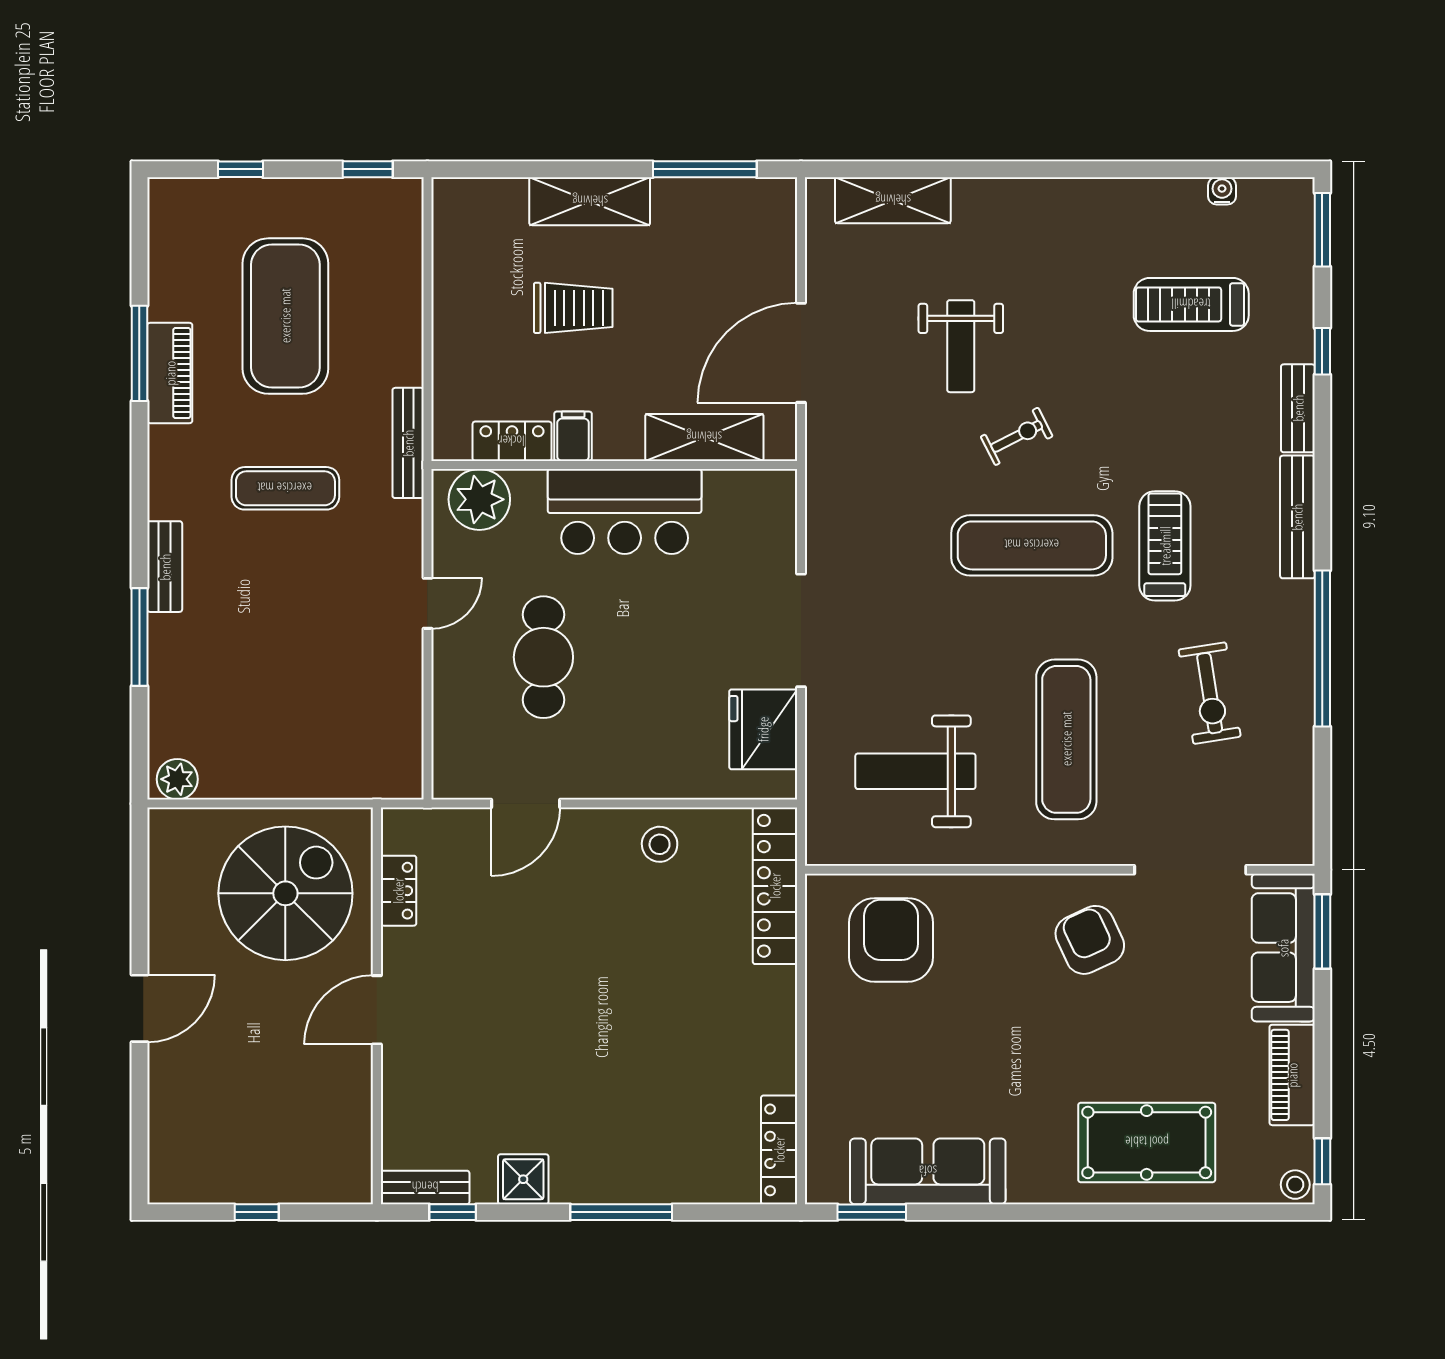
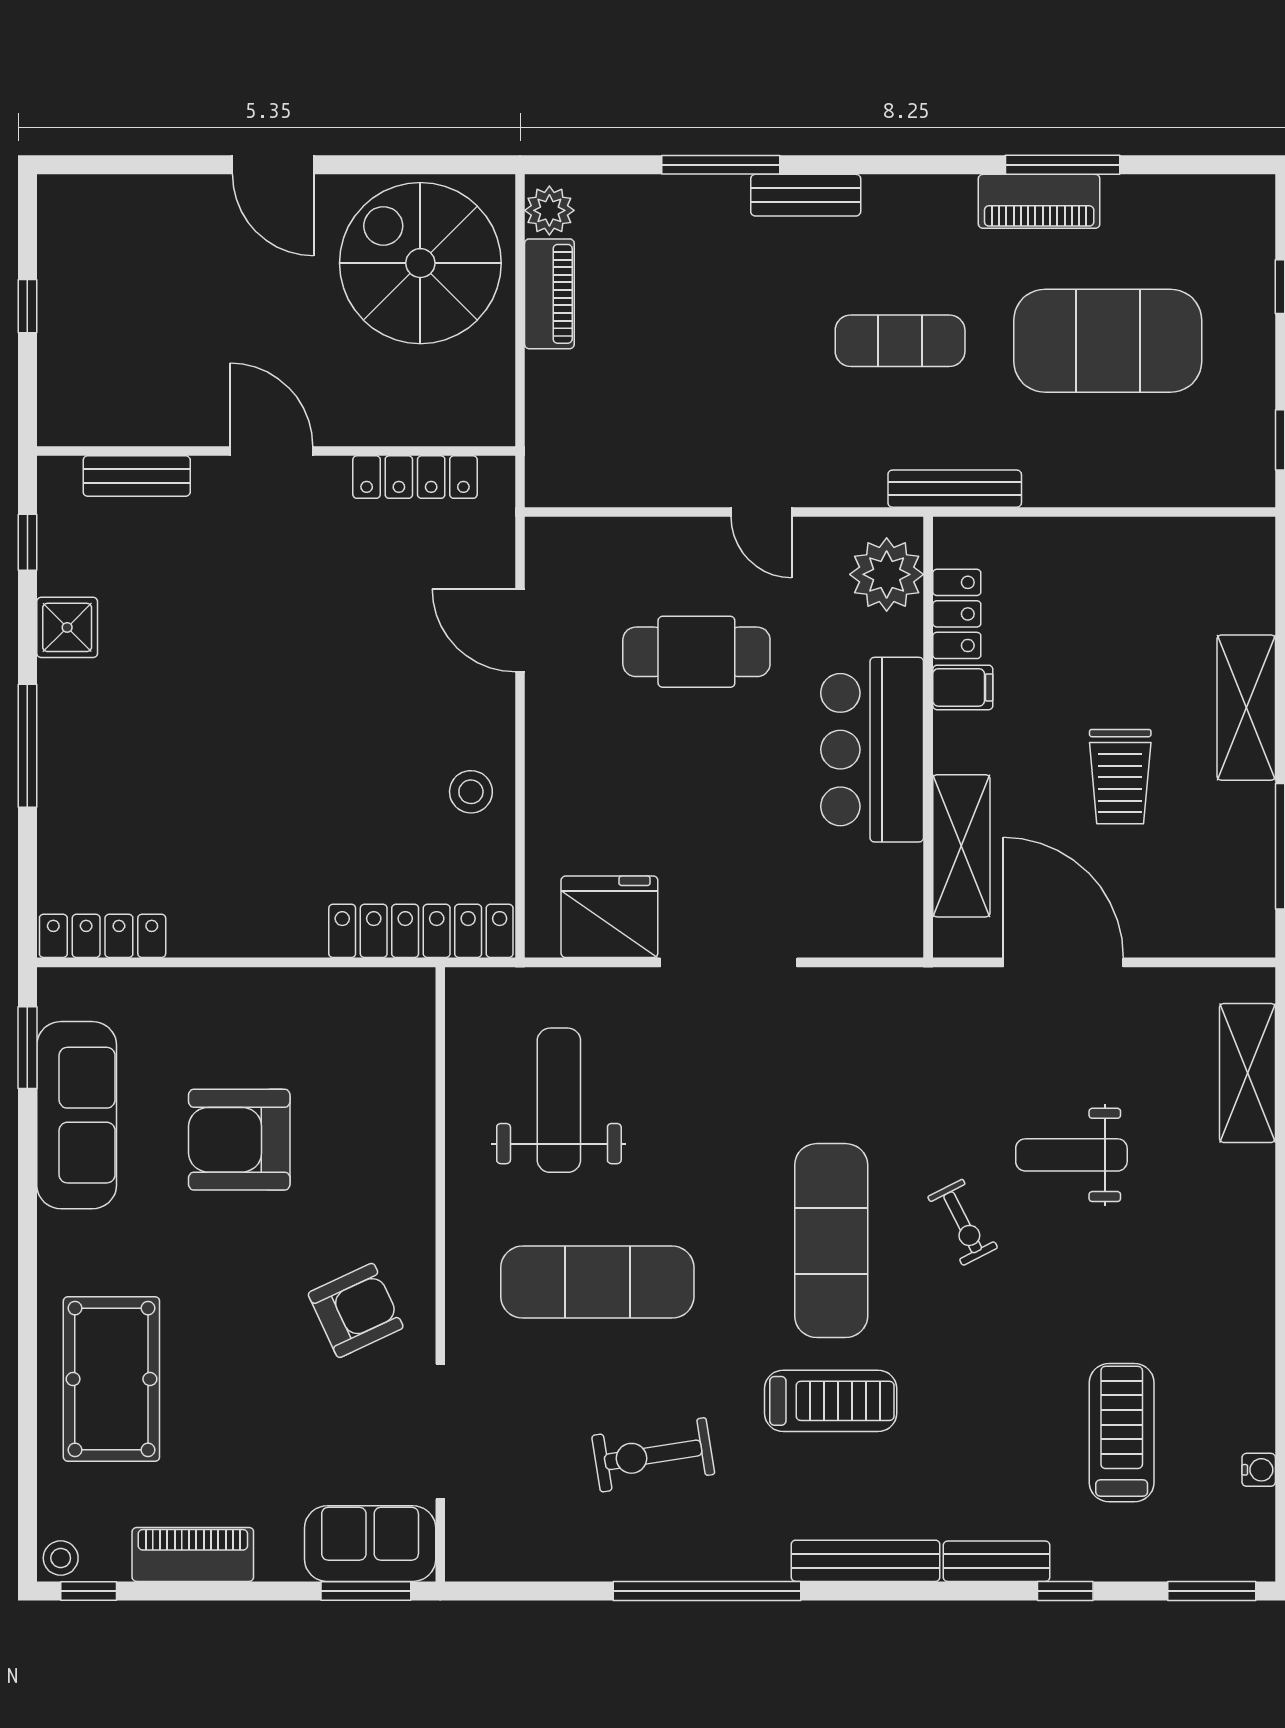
trolley: (573, 308) -> (1120, 777), moved
exercise mat: (285, 488) -> (900, 341), turned 90
piano: (247, 779) -> (549, 294), added
locker: (398, 891) -> (415, 477), width x1.53
spiral stairs: (285, 893) -> (420, 263), moved, turned 180
armchair: (891, 940) -> (239, 1140), moved, turned 180
sofa: (1283, 948) -> (370, 1544), width x0.73
bench: (425, 1187) -> (137, 476), moved, turned 90

